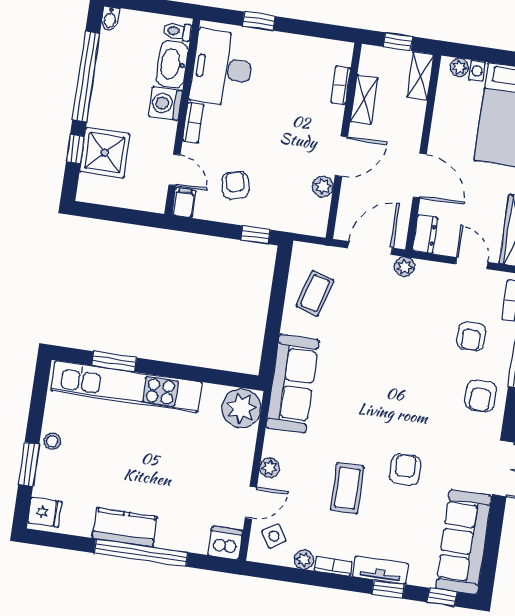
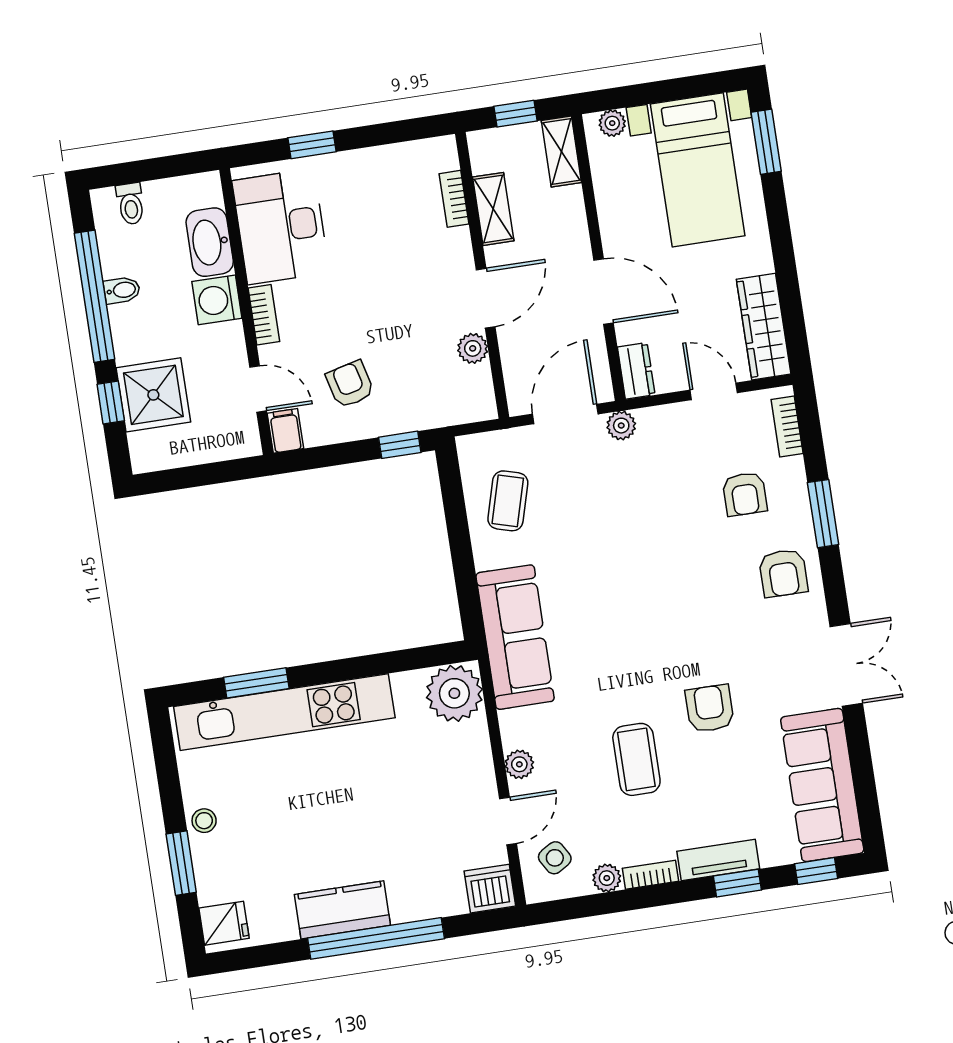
bidet: (110, 19) -> (122, 290), moved, turned -90
toilet: (177, 31) -> (131, 204), moved, turned -90

